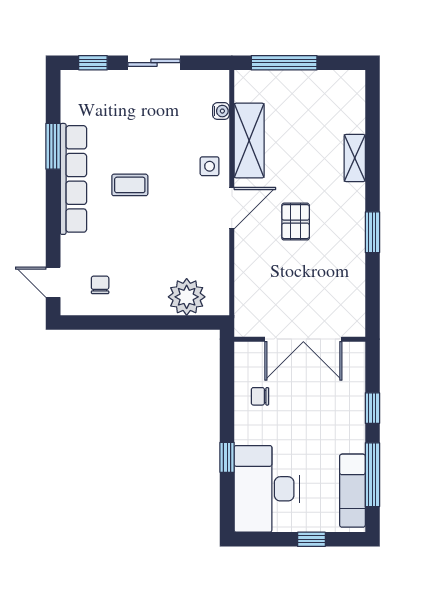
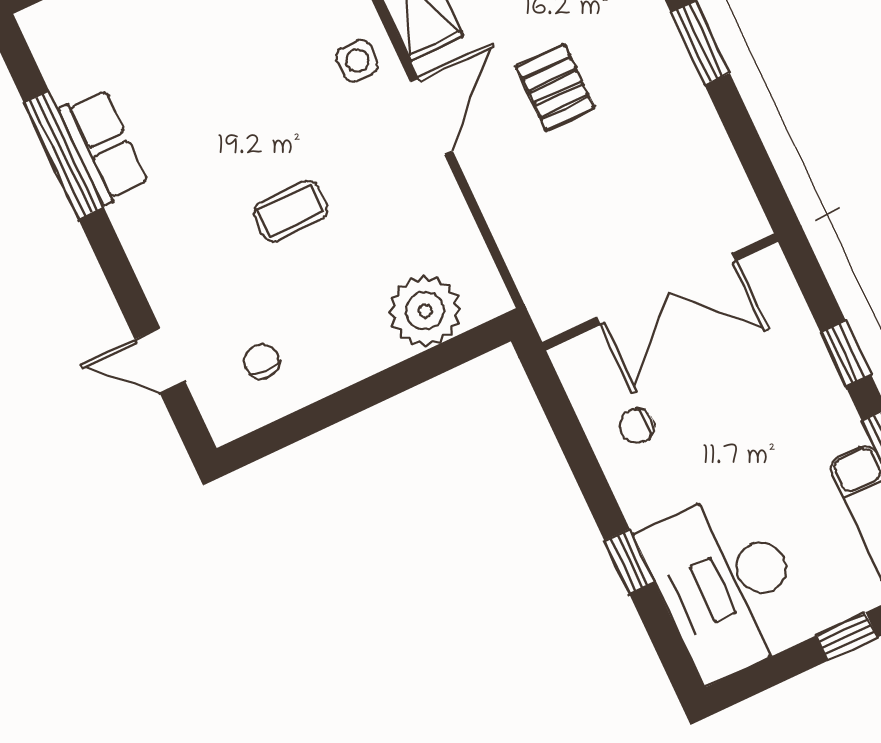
window: (53, 146) -> (64, 155), width x1.44
row of seats: (73, 179) -> (104, 147), width x0.50
coffee table: (130, 185) -> (291, 211), moved
door: (53, 282) -> (160, 360), moved

